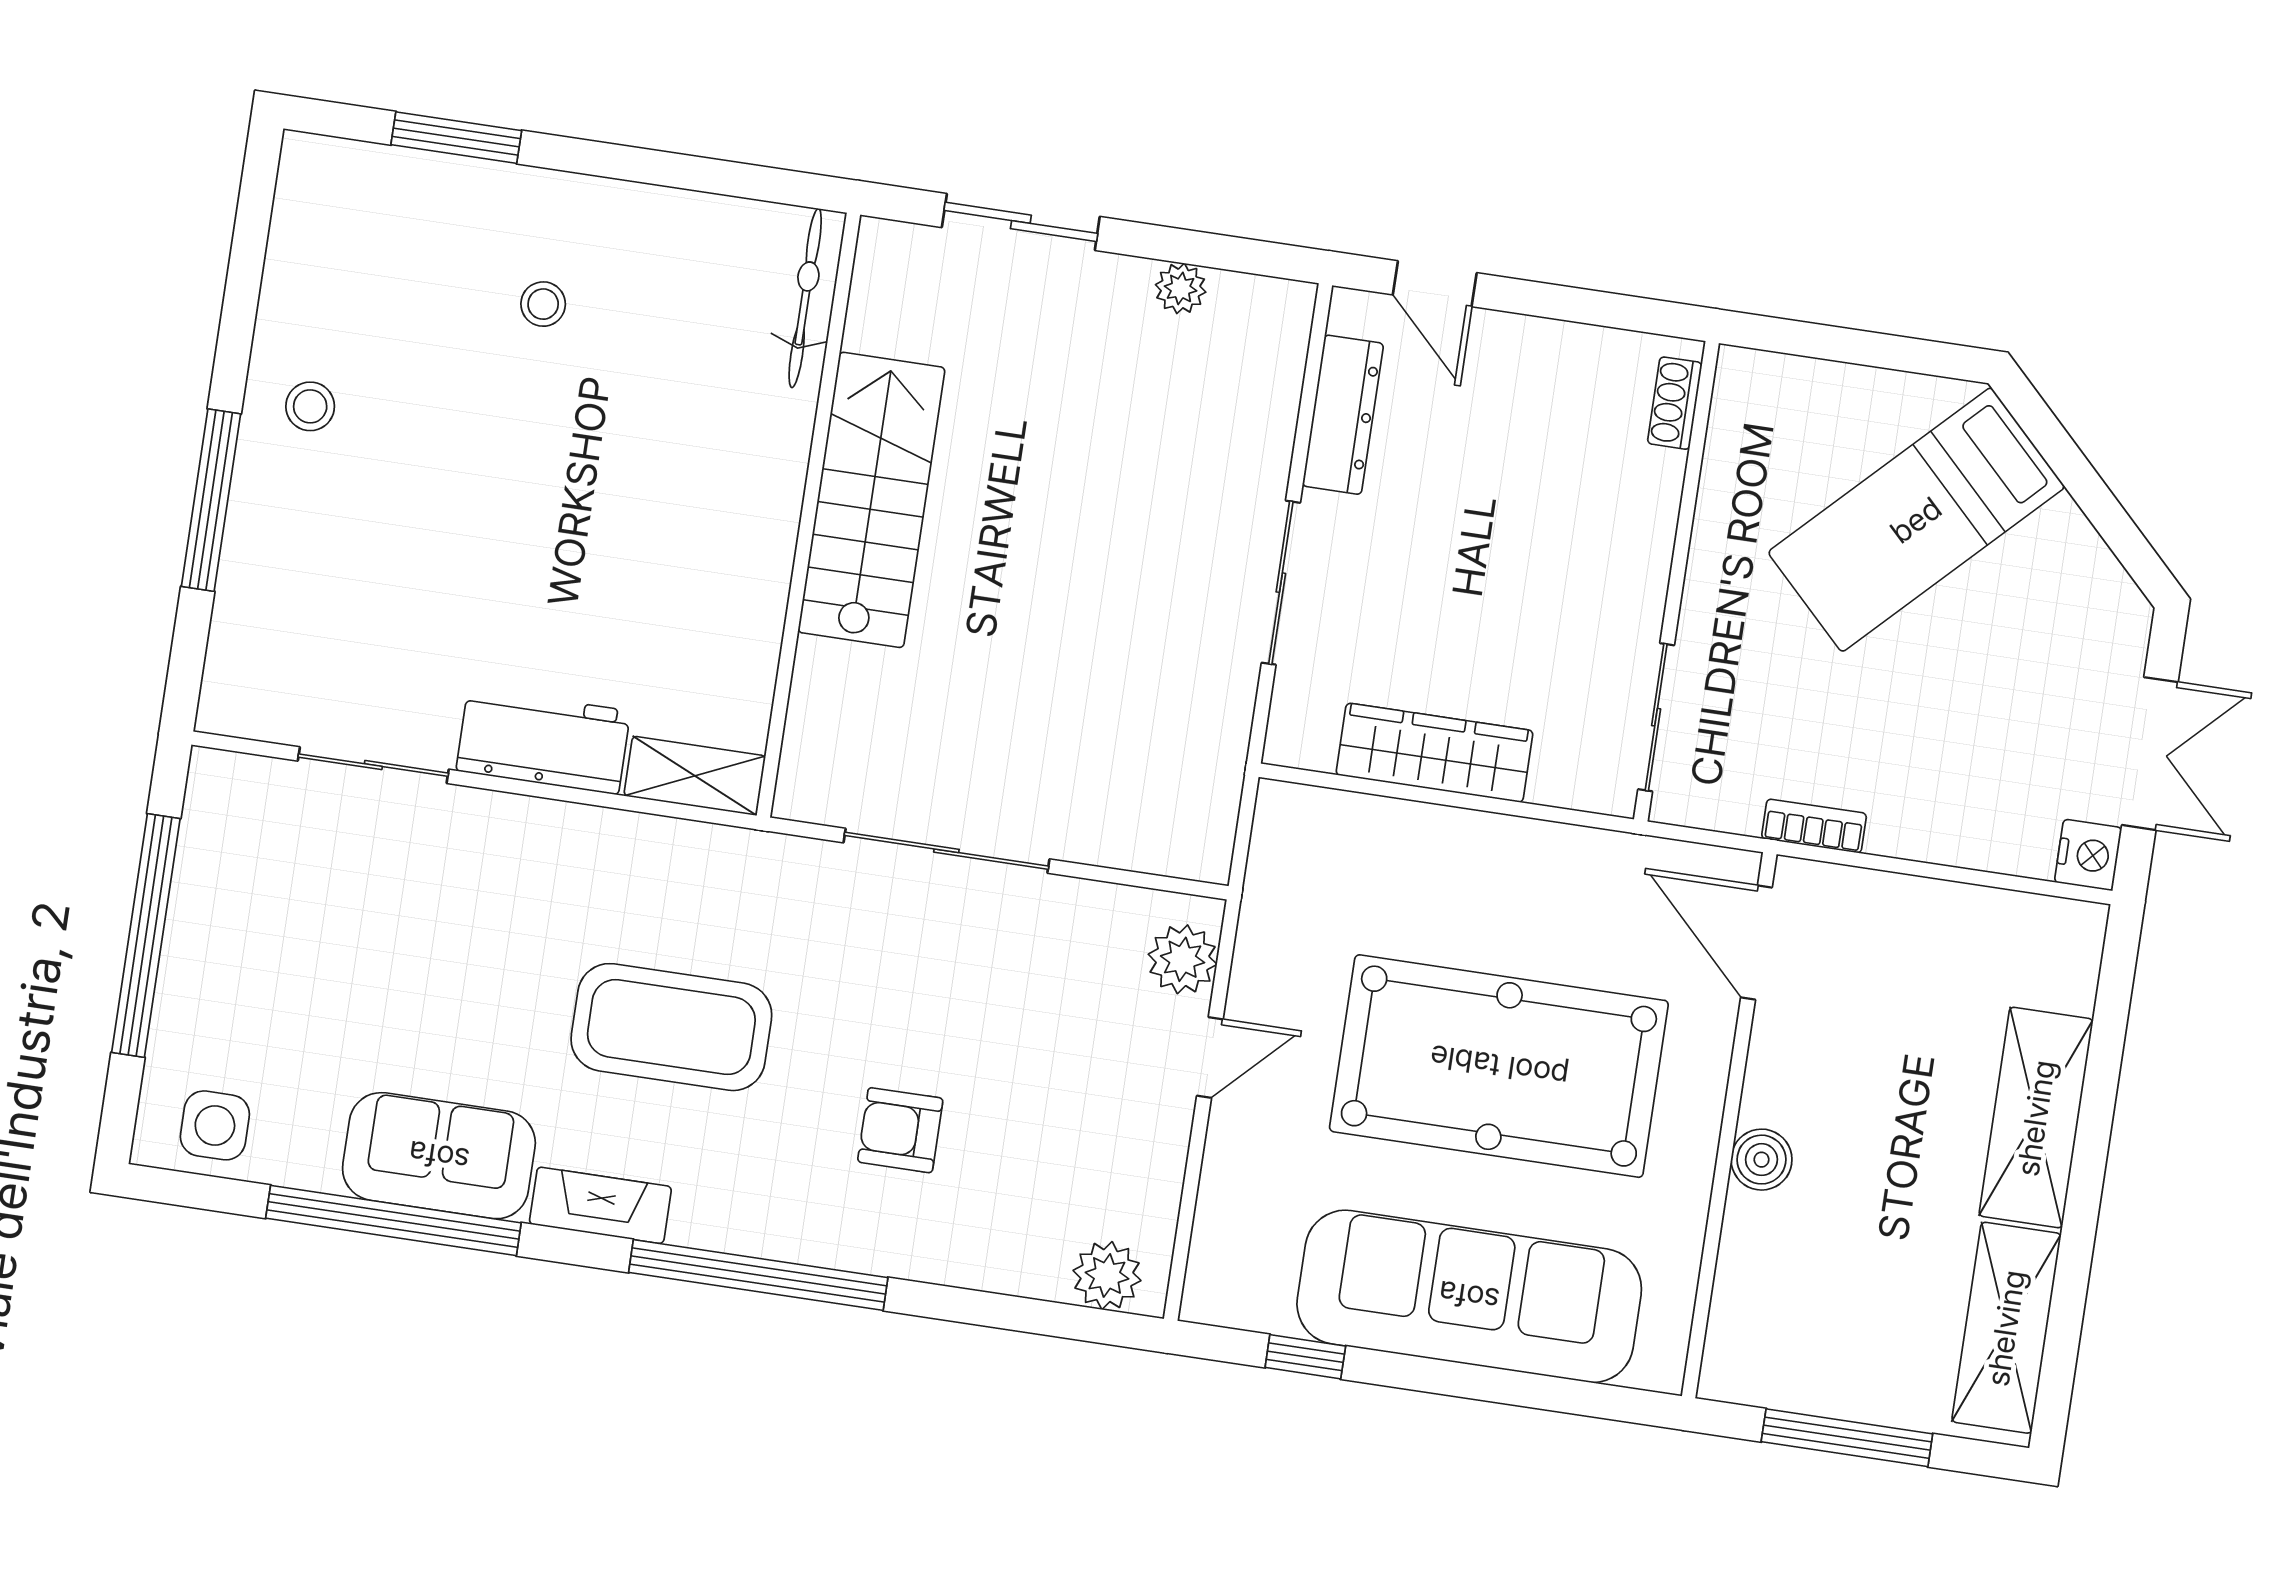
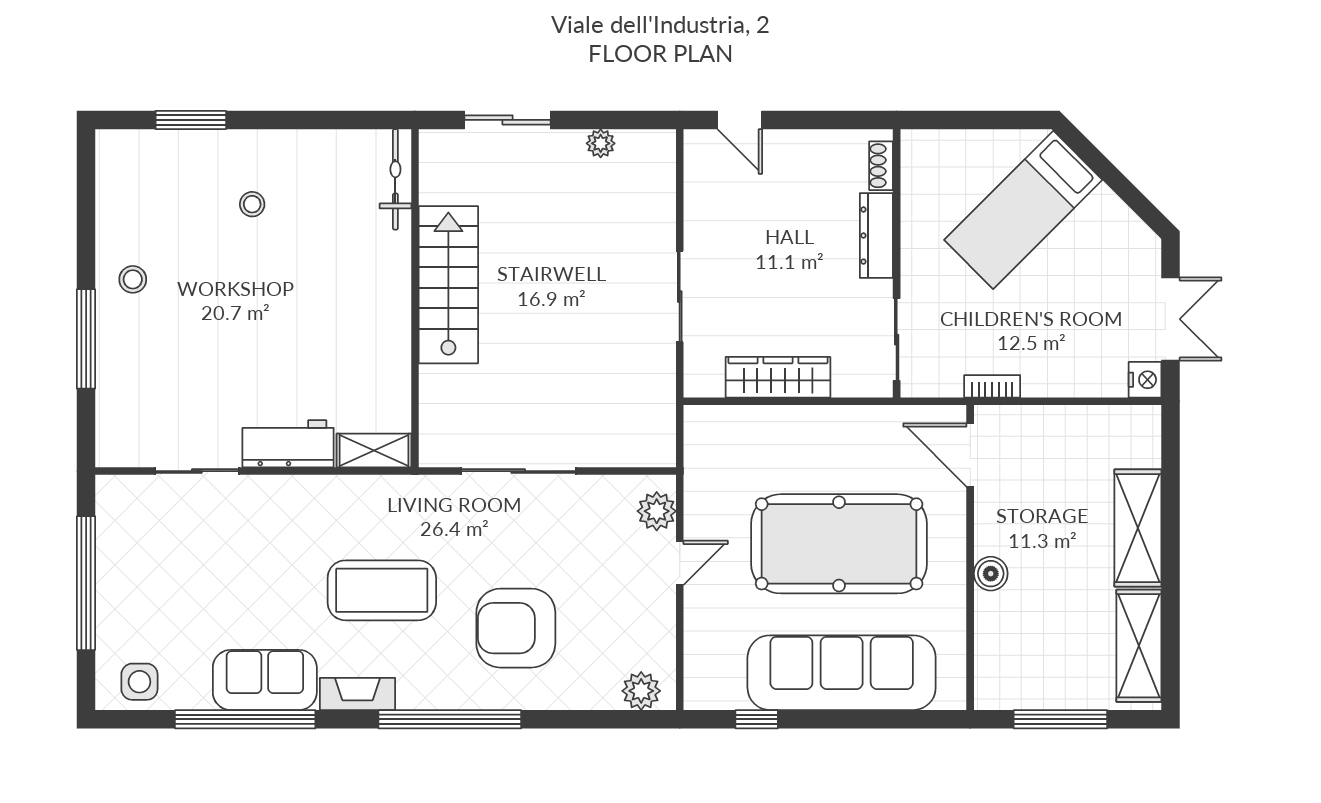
dresser: (1343, 415) -> (876, 236), moved, turned 180
armchair: (900, 1130) -> (516, 628), width x1.88, depth x1.88

